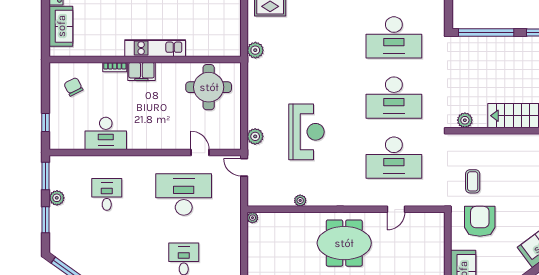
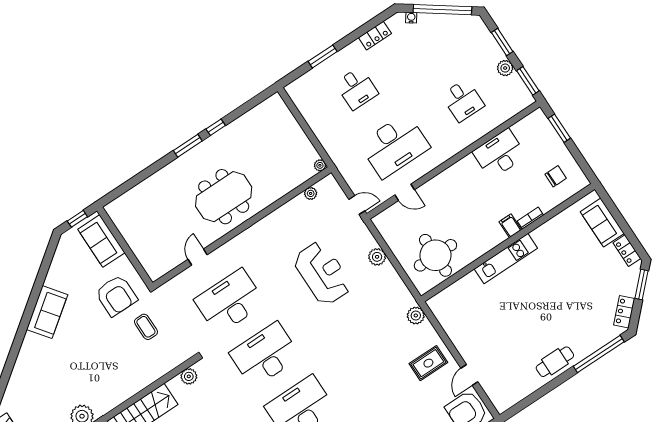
filing cabinet: (141, 71) -> (510, 226), width x0.50
chair: (73, 87) -> (556, 176), turned -63
window: (46, 123) -> (559, 128), width x1.50
reception desk: (306, 132) -> (323, 273), turned 180
plant: (255, 136) -> (377, 257), moved
plant: (300, 200) -> (311, 193), moved

